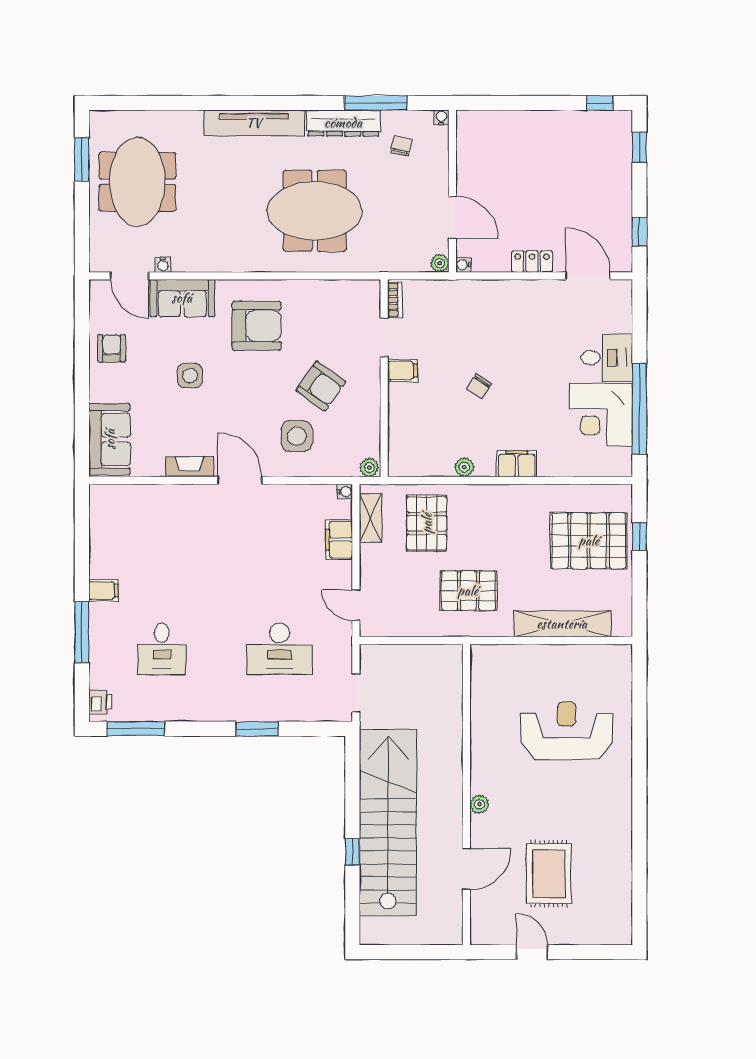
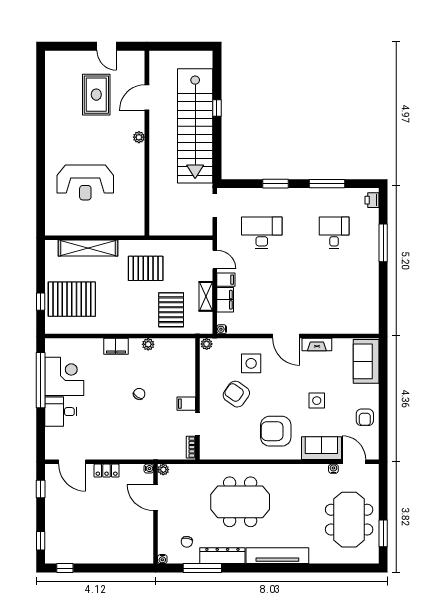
shelving: (370, 518) -> (206, 296), moved
filing cabinet: (103, 590) -> (226, 280), moved, turned 180
window: (136, 729) -> (327, 184), moved

